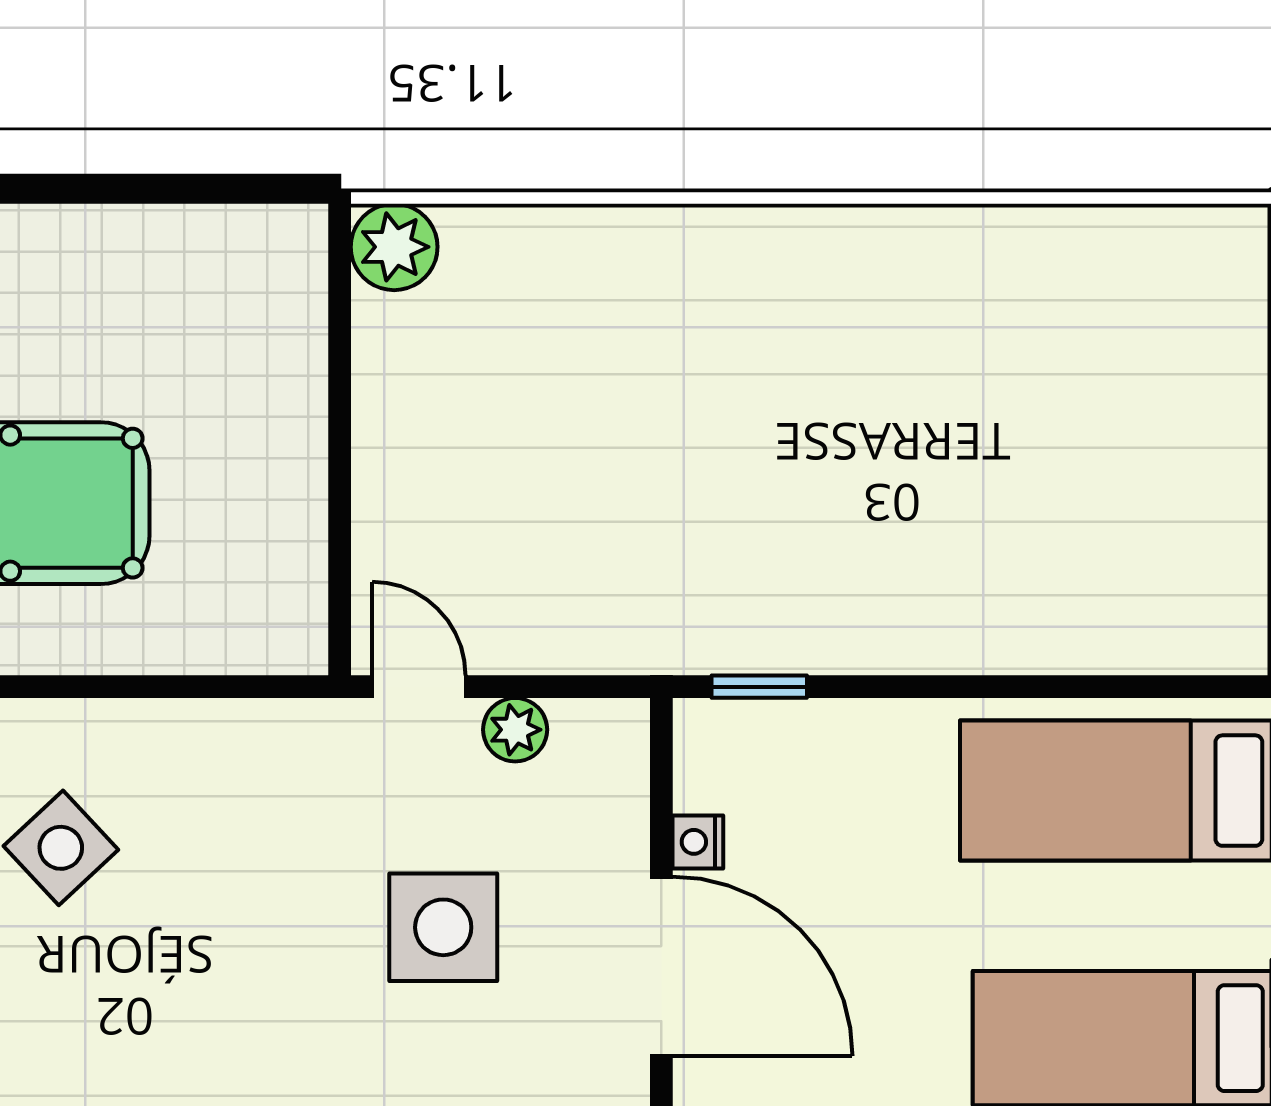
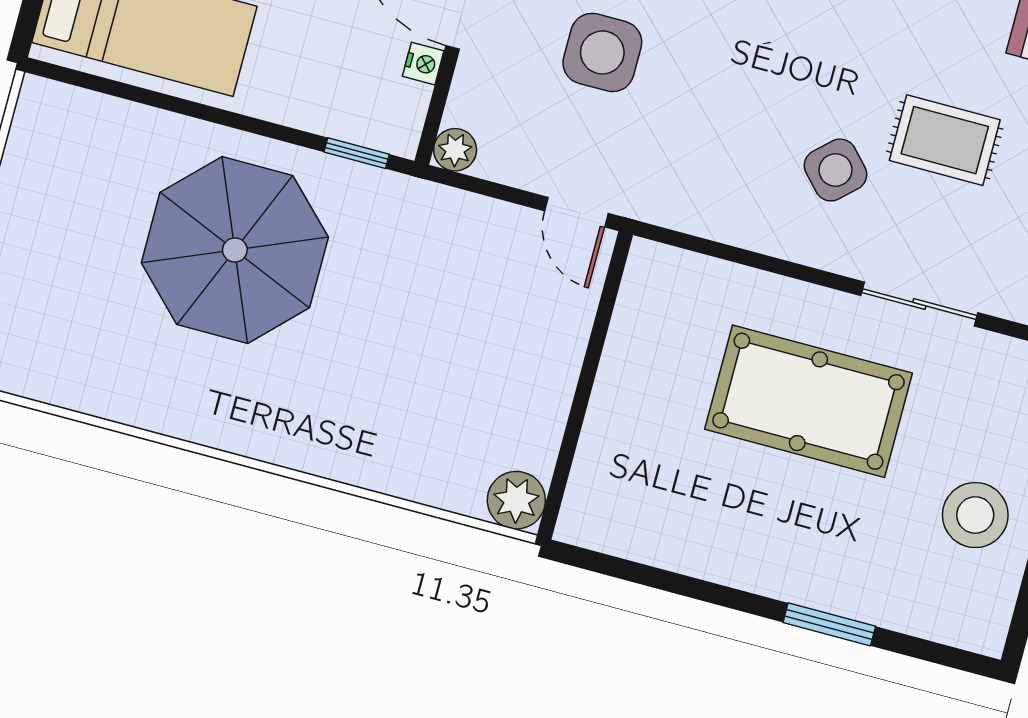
parasol: (898, 500) -> (235, 250), added
plant: (515, 730) -> (455, 150), moved

